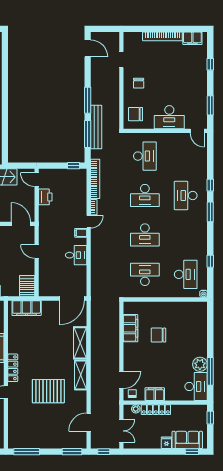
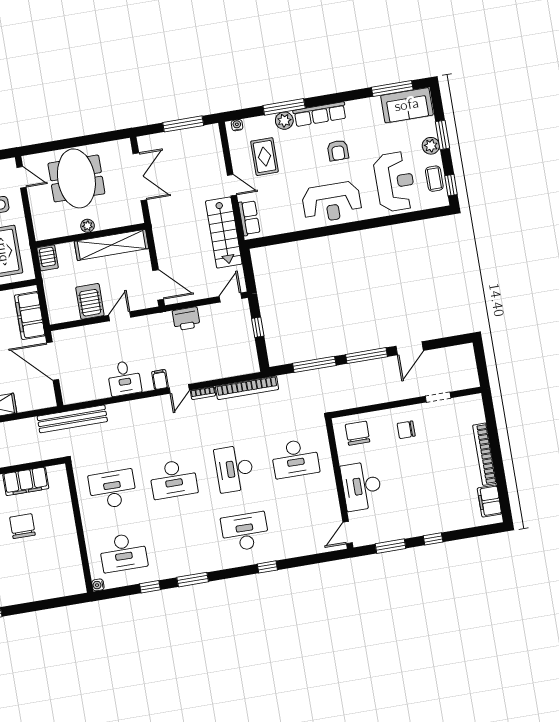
door: (88, 48) -> (410, 348), moved
window: (210, 64) -> (433, 539), moved
bench: (96, 127) -> (72, 419), moved
window: (74, 166) -> (258, 327), moved
printer: (45, 197) -> (186, 319), moved
window: (210, 212) -> (193, 580), moved
door: (89, 222) -> (179, 389), hinge flipped
door: (21, 224) -> (158, 285), hinge flipped
desk: (145, 235) -> (173, 479), turned -90
desk: (145, 274) -> (113, 489), turned -90
server rack: (27, 286) -> (90, 301), moved, turned -90
door: (72, 298) -> (53, 361), moved

